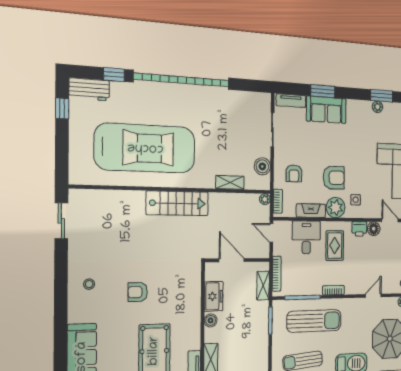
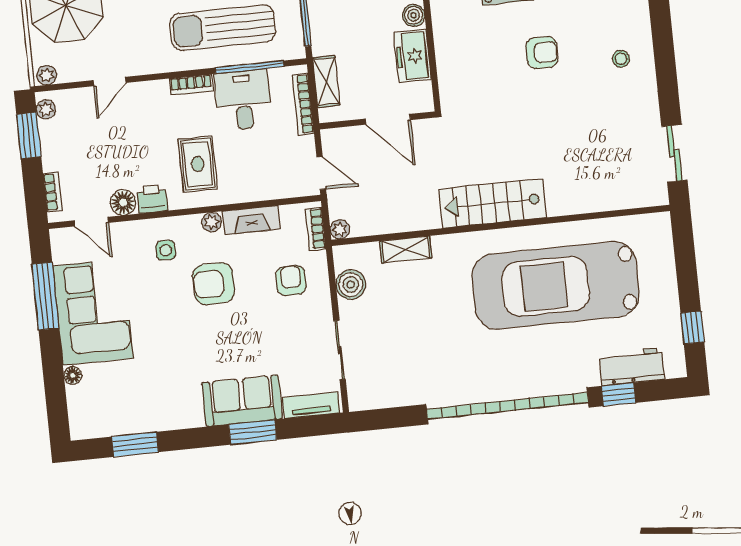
workbench: (89, 89) -> (632, 367), moved
plant: (377, 107) -> (141, 423), removed
plant: (336, 208) -> (212, 222), width x0.53, depth x0.53
desk: (306, 237) -> (243, 100), moved, turned 180

